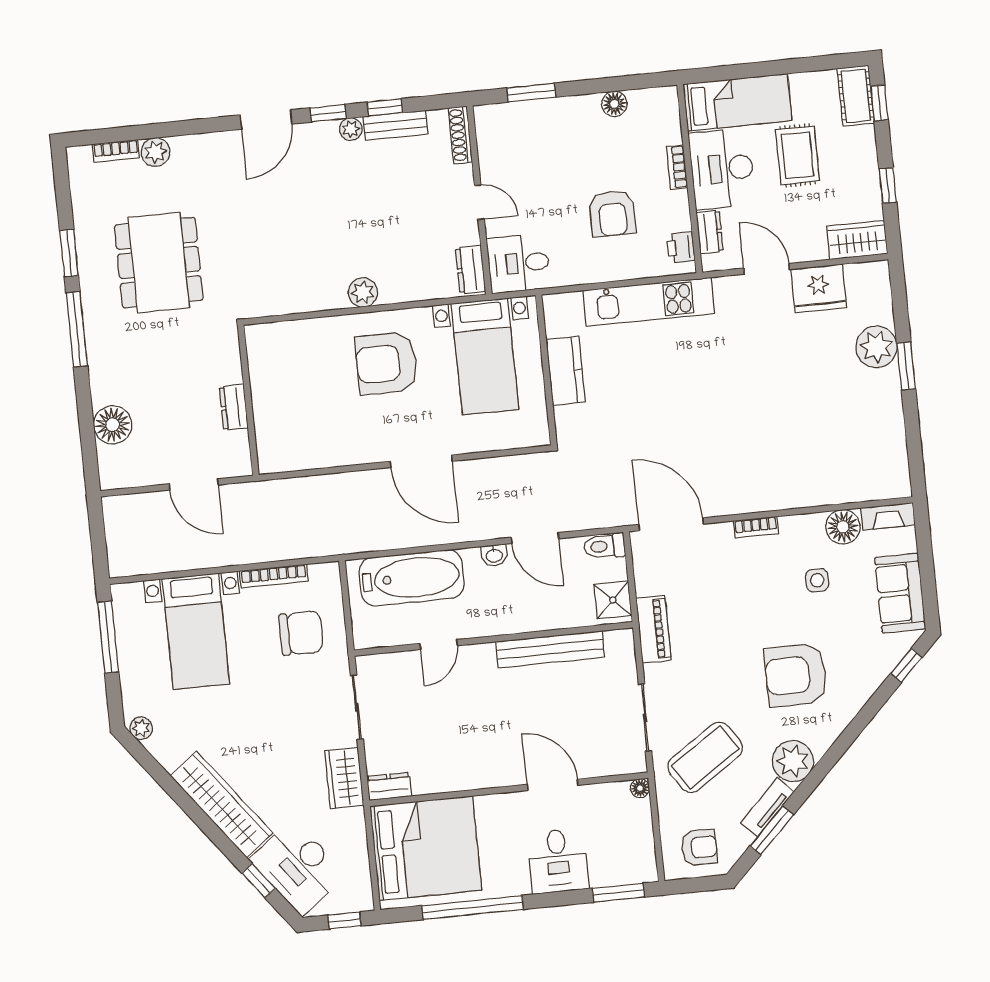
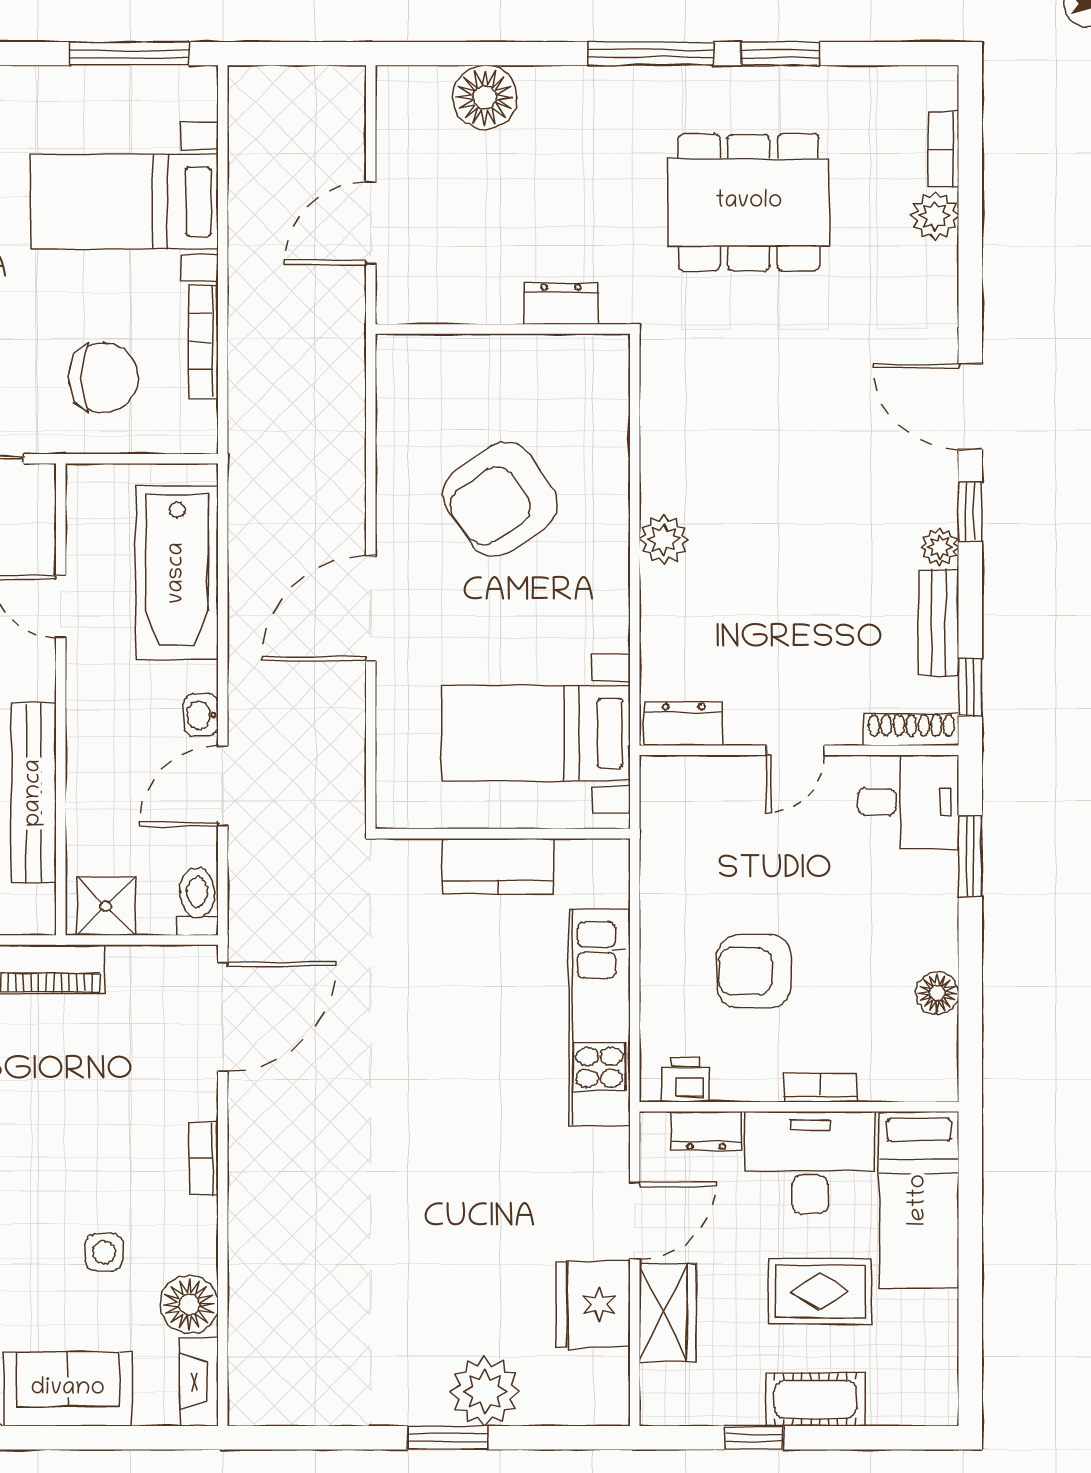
cot: (856, 96) -> (815, 1399), moved
window: (879, 103) -> (894, 1438), removed
window: (385, 107) -> (970, 688), moved
wardrobe: (857, 240) -> (668, 1313), moved
desk: (519, 263) -> (908, 802), moved, turned 90
armchair: (386, 363) -> (500, 499), moved, turned -125
dresser: (234, 407) -> (561, 304), moved
chair: (301, 633) -> (103, 378), turned -90

